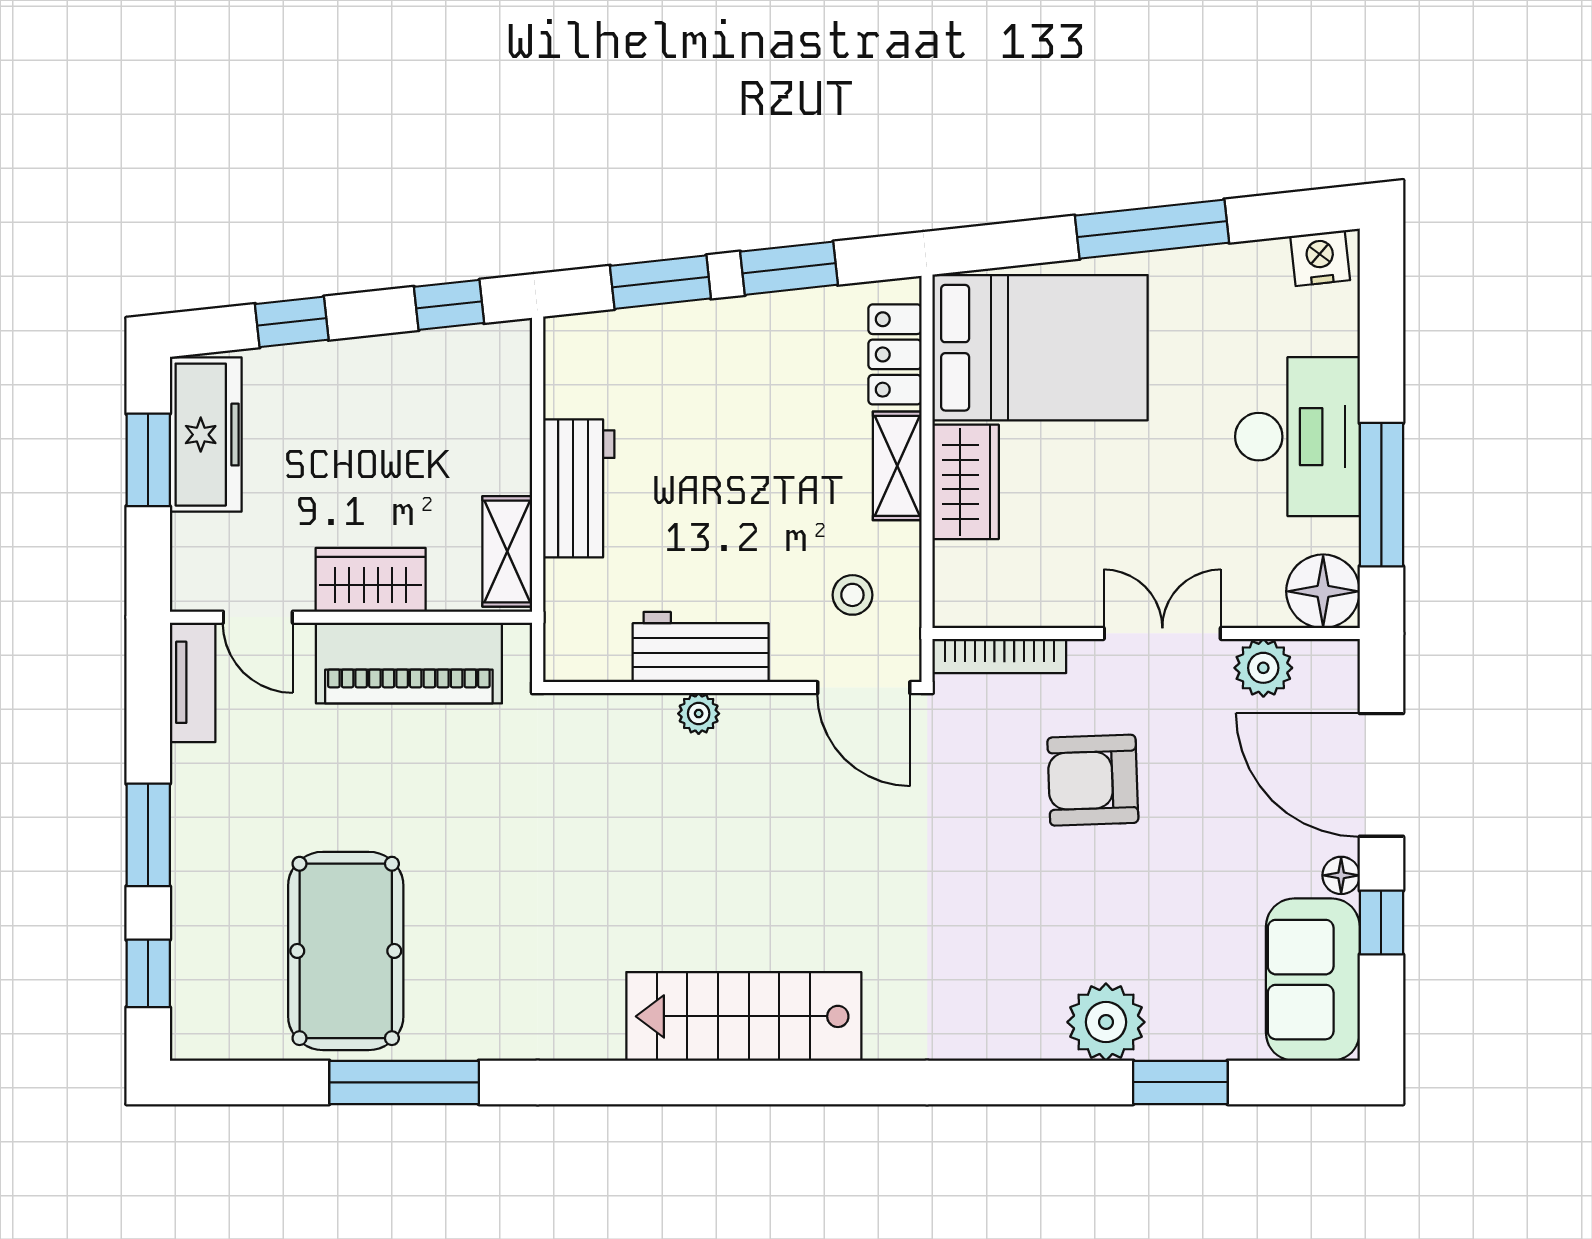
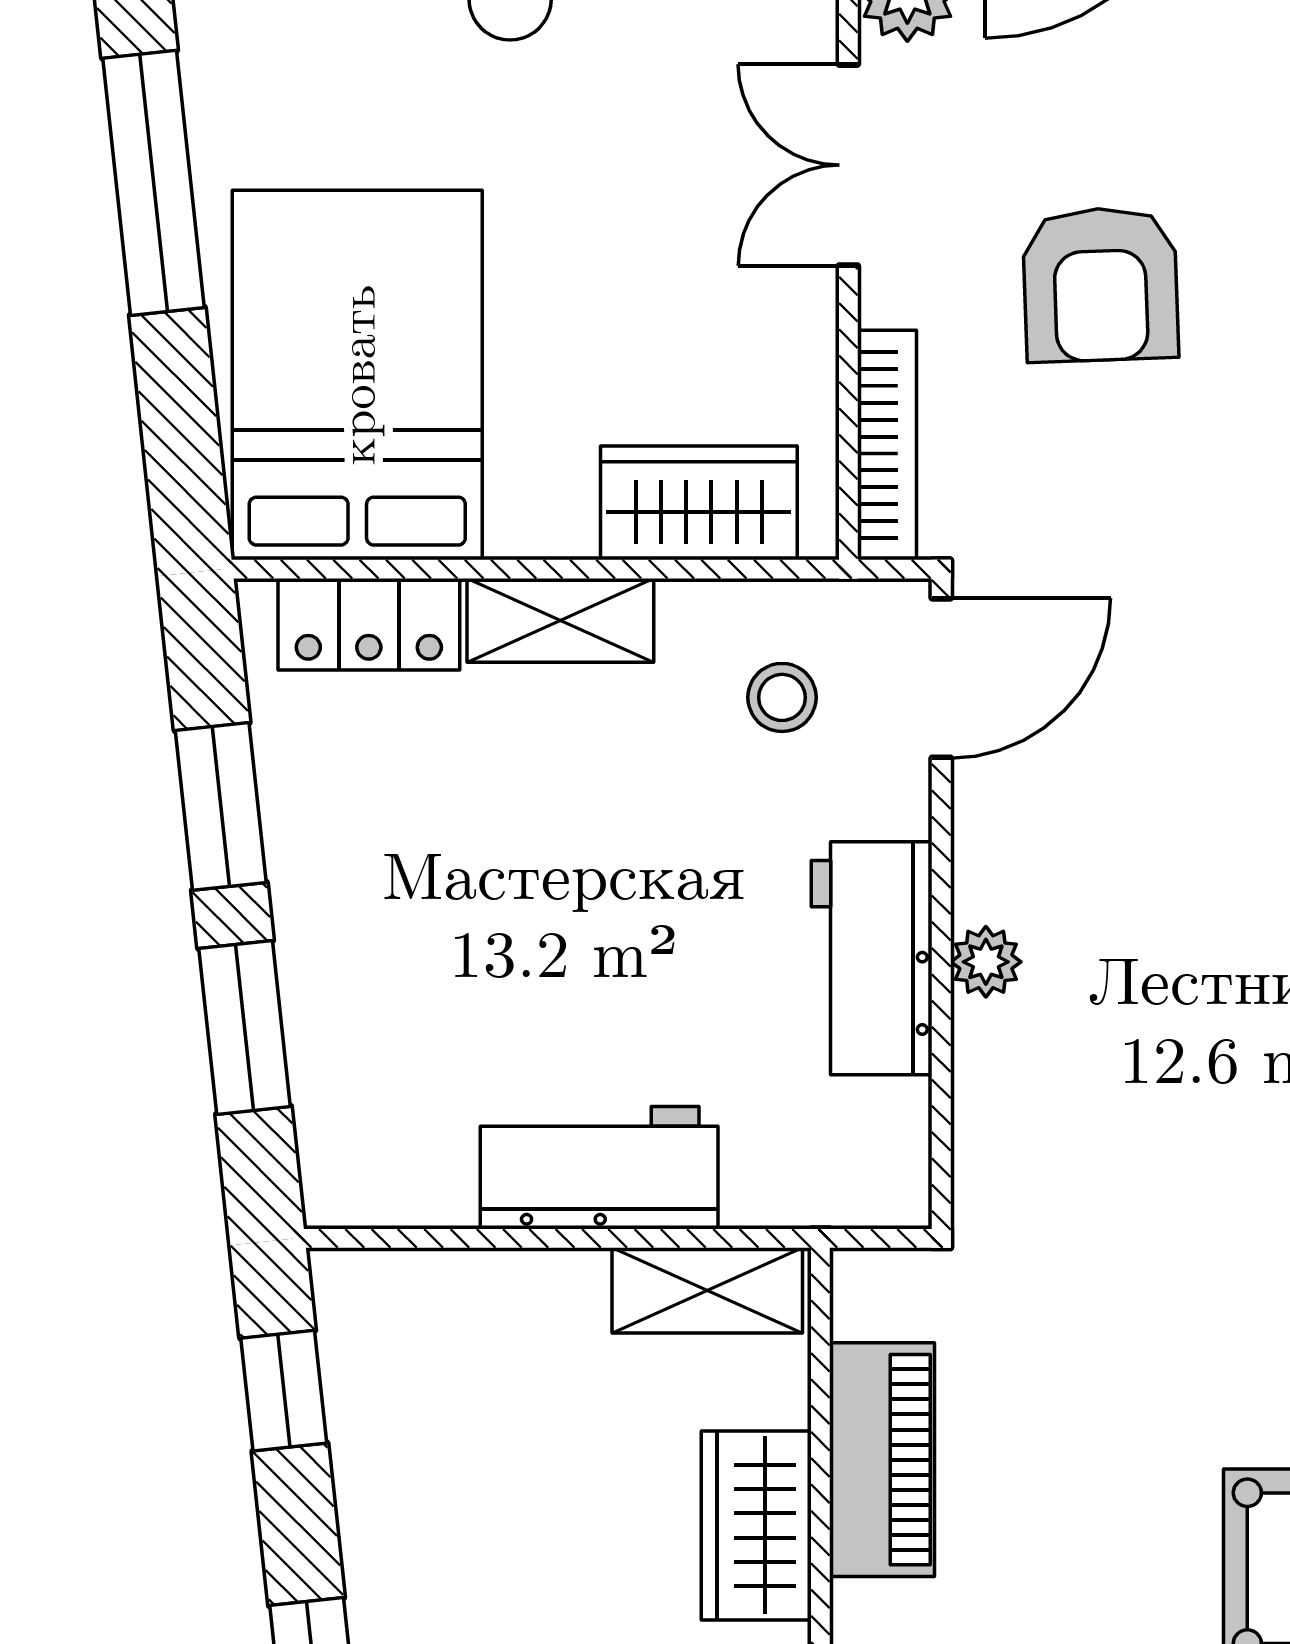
wardrobe: (966, 482) -> (699, 503), moved
piano: (409, 663) -> (882, 1460), width x0.73, depth x0.75

